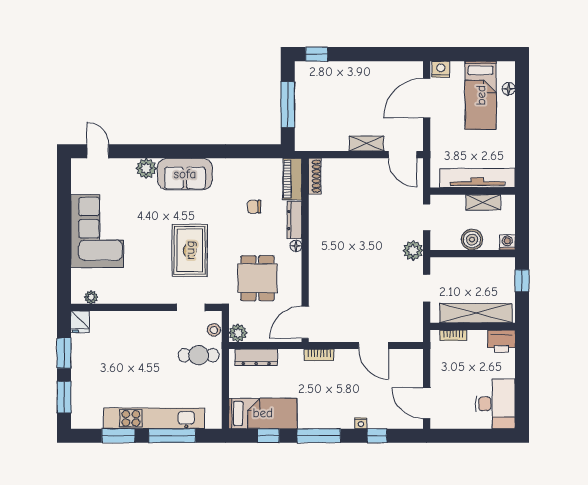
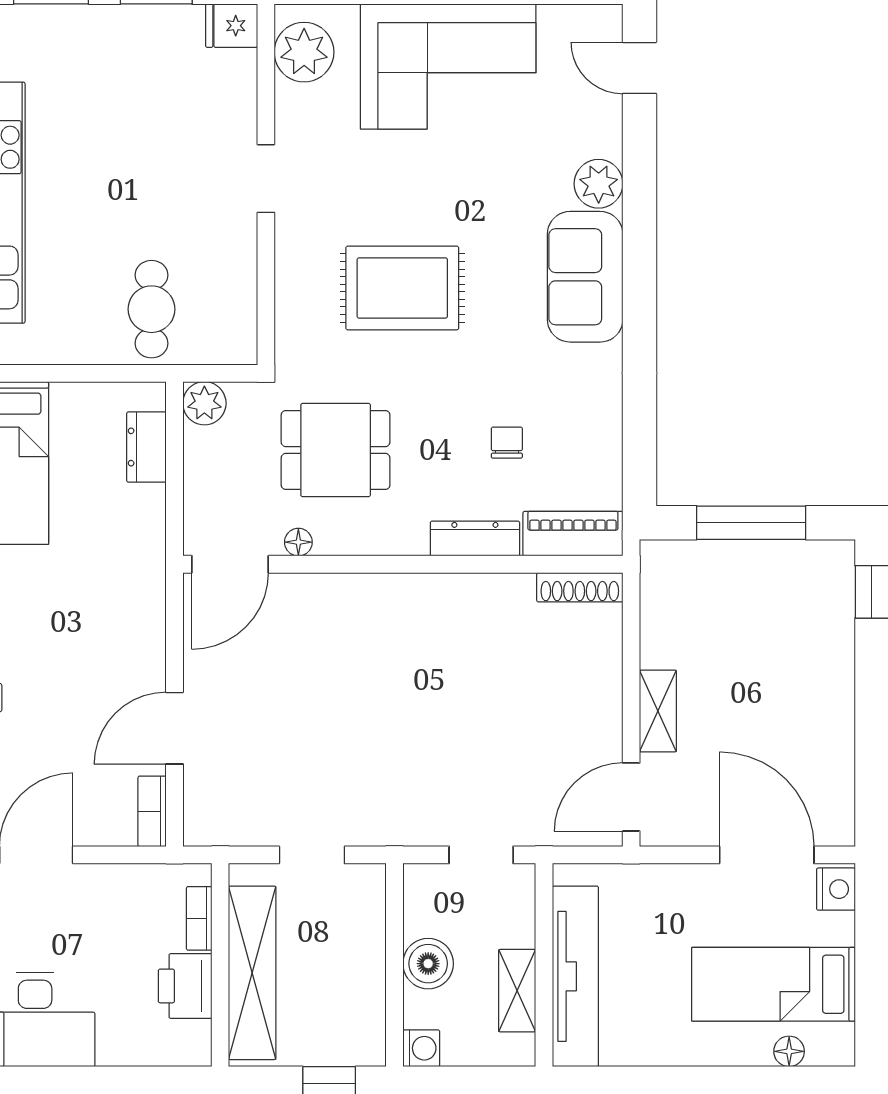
door: (98, 151) -> (639, 68), swing flipped
floor lamp: (296, 246) -> (298, 542), moved
plant: (413, 250) -> (402, 823), removed
plant: (91, 297) -> (304, 52), width x1.88, depth x1.88
doorway: (191, 307) -> (266, 179), moved
door: (305, 322) -> (230, 564), swing flipped
stool: (214, 330) -> (212, 346), removed
printer: (501, 341) -> (185, 986), moved
bookcase: (319, 355) -> (152, 811), moved
dresser: (256, 357) -> (146, 447), width x0.70

